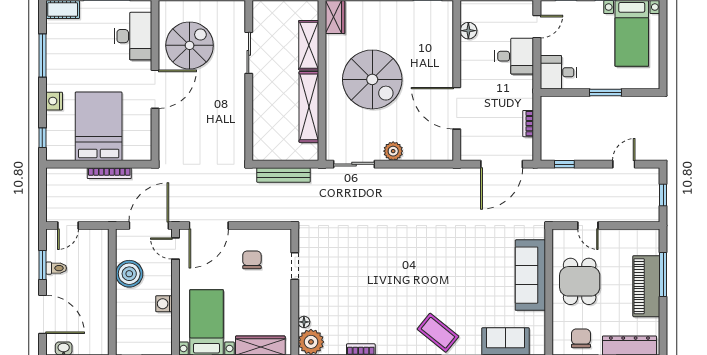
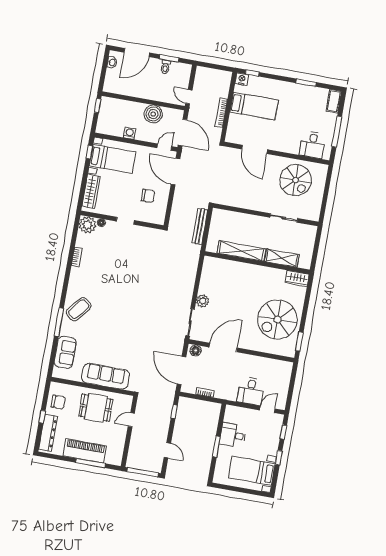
door: (537, 27) -> (267, 409), swing flipped
floor lamp: (468, 31) -> (196, 351), moved
desk: (133, 36) -> (312, 145), width x0.73
window: (42, 56) -> (306, 83), width x0.69
desk: (558, 72) -> (233, 435), moved, turned -90
spiral stairs: (372, 79) -> (277, 320), moved
door: (155, 89) -> (255, 149), moved
nightstand: (54, 101) -> (242, 79), moved
bed: (99, 126) -> (254, 106), width x0.67
sliding door: (354, 164) -> (190, 322), moved
window: (663, 195) -> (143, 472), width x2.17
door: (68, 225) -> (189, 97), moved
doorway: (295, 266) -> (125, 221), moved

